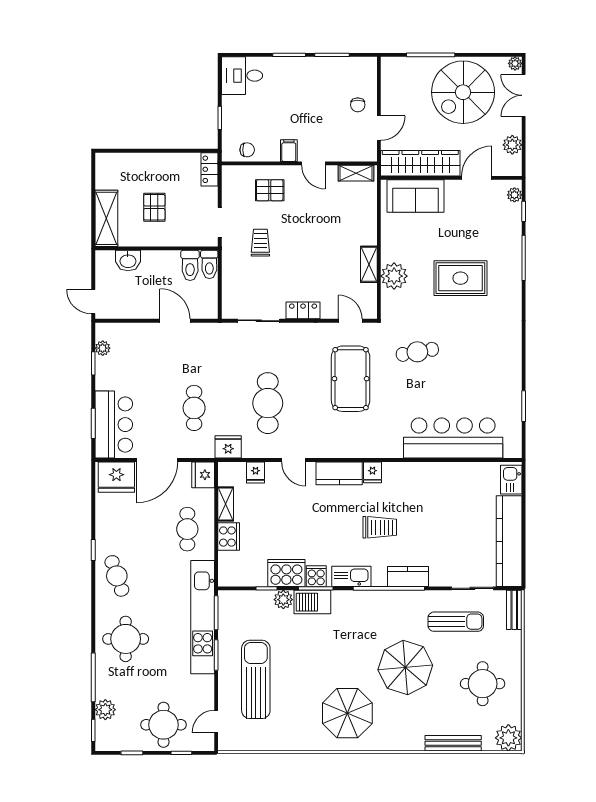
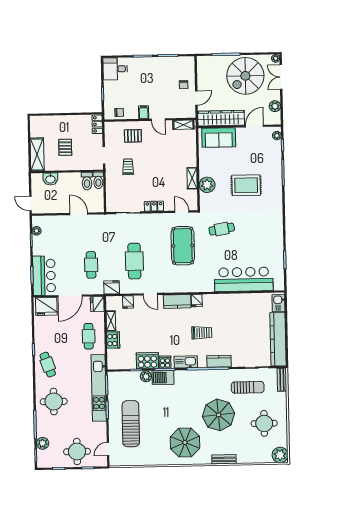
bench: (453, 743) -> (224, 459), moved, width x0.73

